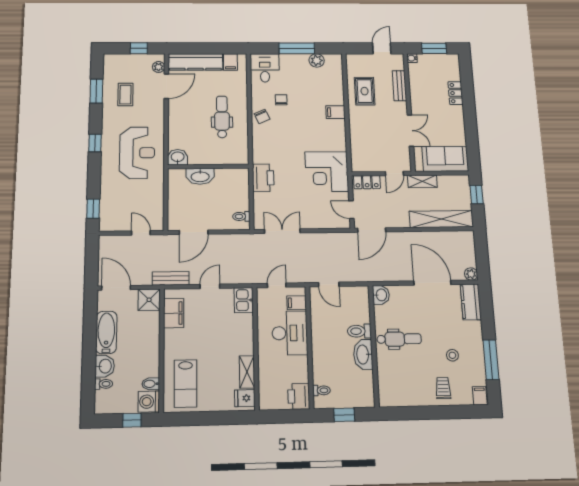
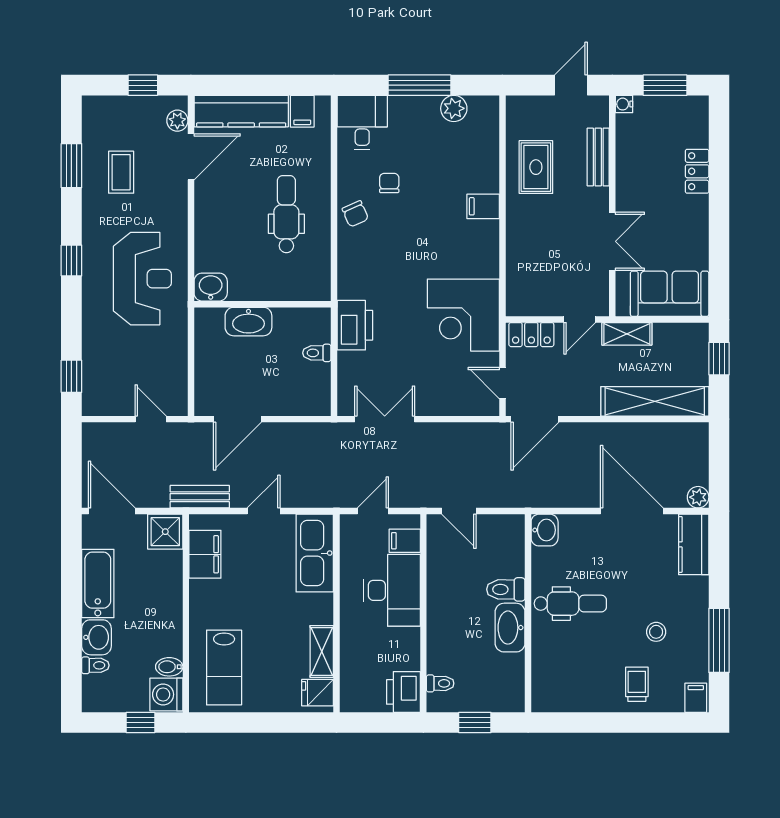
toilet: (241, 216) -> (317, 353), moved
kitchen sink: (244, 300) -> (315, 553), width x1.87, depth x1.24

